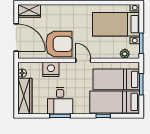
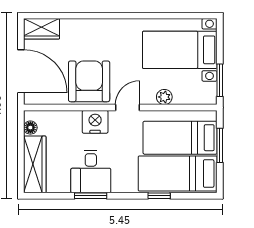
armchair: (59, 44) -> (89, 81), turned -90
plant: (125, 54) -> (164, 97), moved
door: (83, 60) -> (128, 108), hinge flipped
nightstand: (51, 69) -> (95, 122), moved

